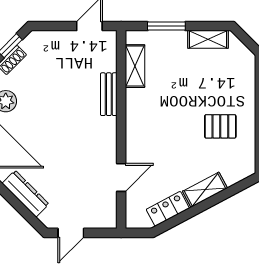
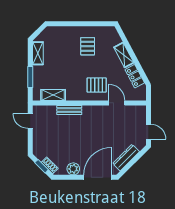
pallet: (152, 142) -> (97, 85), added

